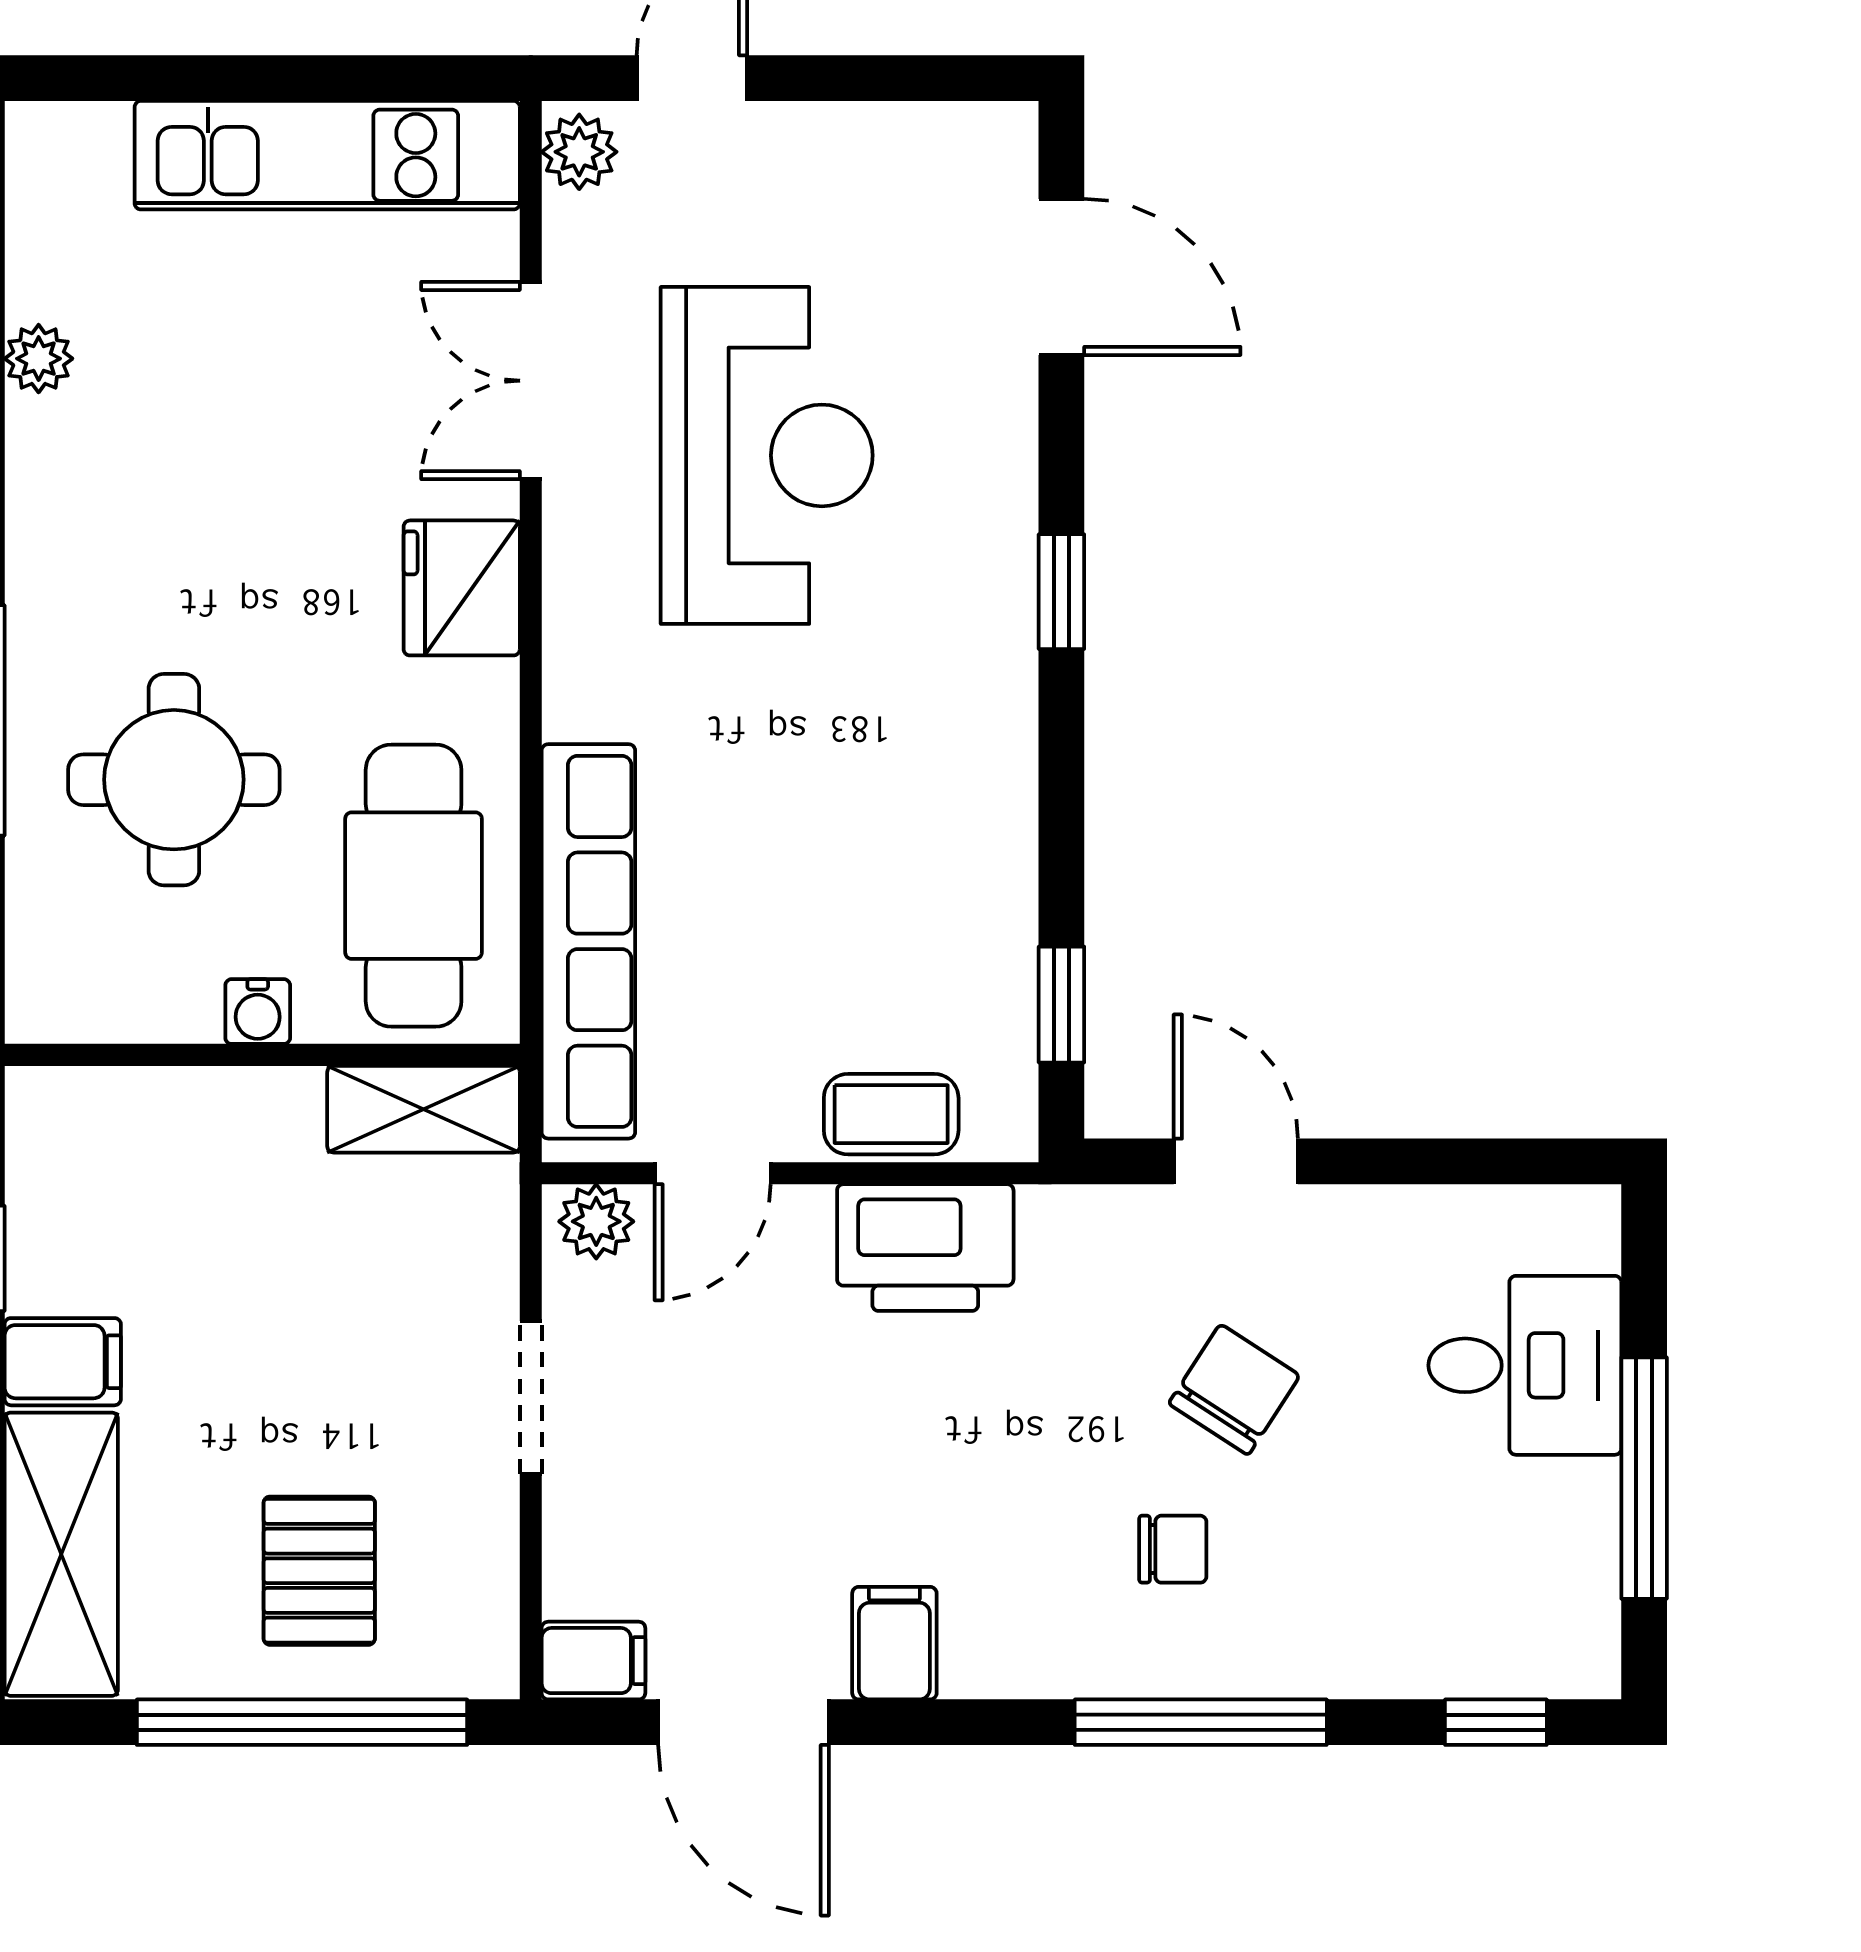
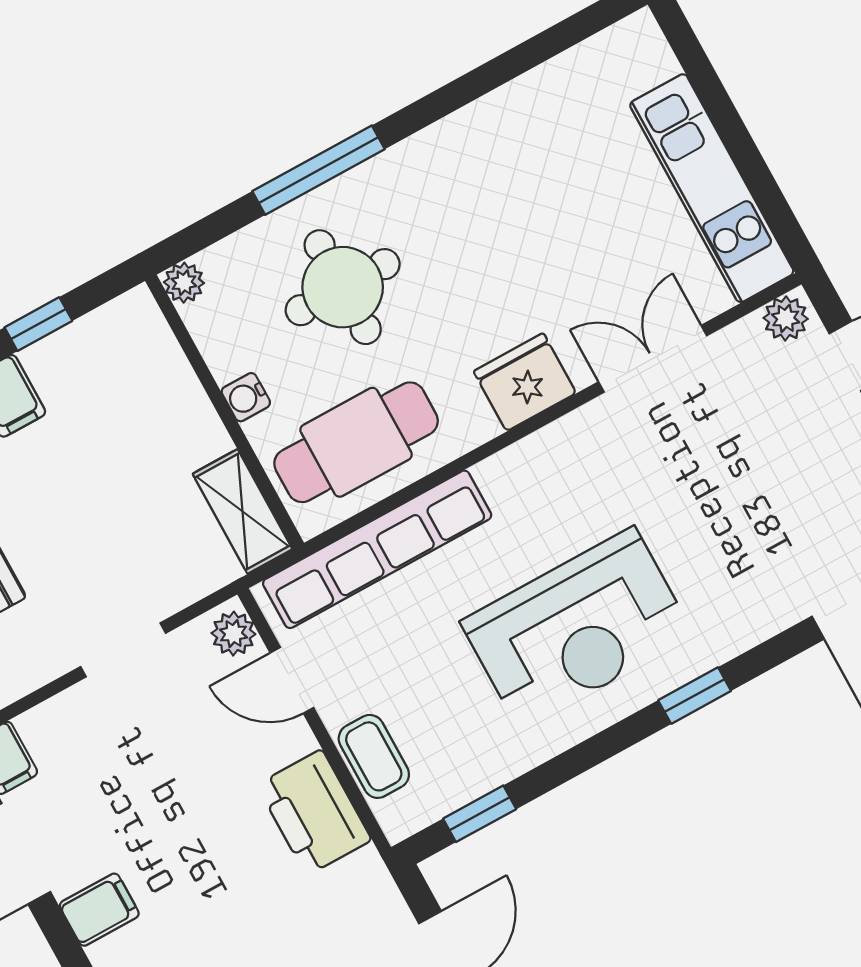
plant: (39, 359) -> (184, 283), moved
reception desk: (767, 455) -> (577, 628), moved

